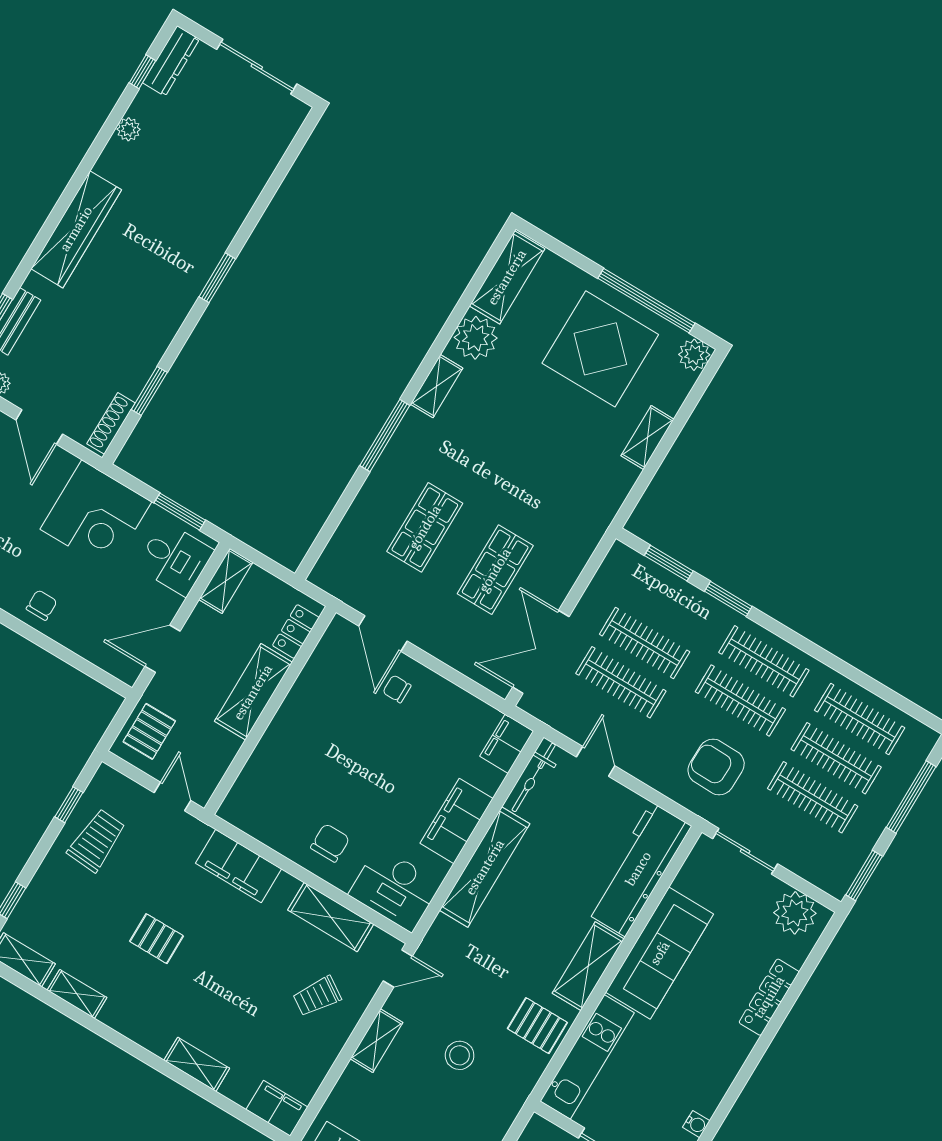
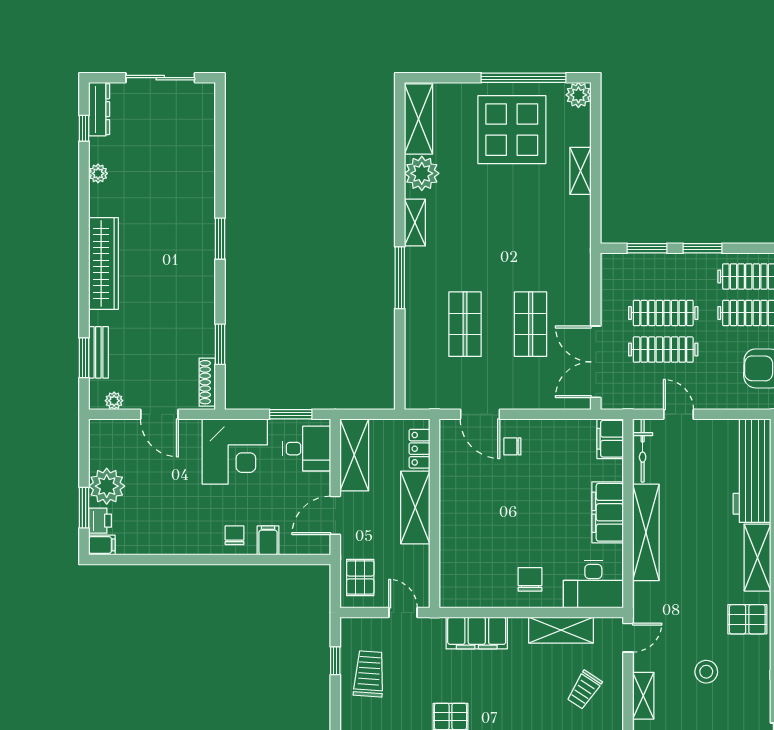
shelving: (226, 581) -> (354, 455), width x1.50, depth x1.33
filing cabinet: (74, 632) -> (268, 540), added

